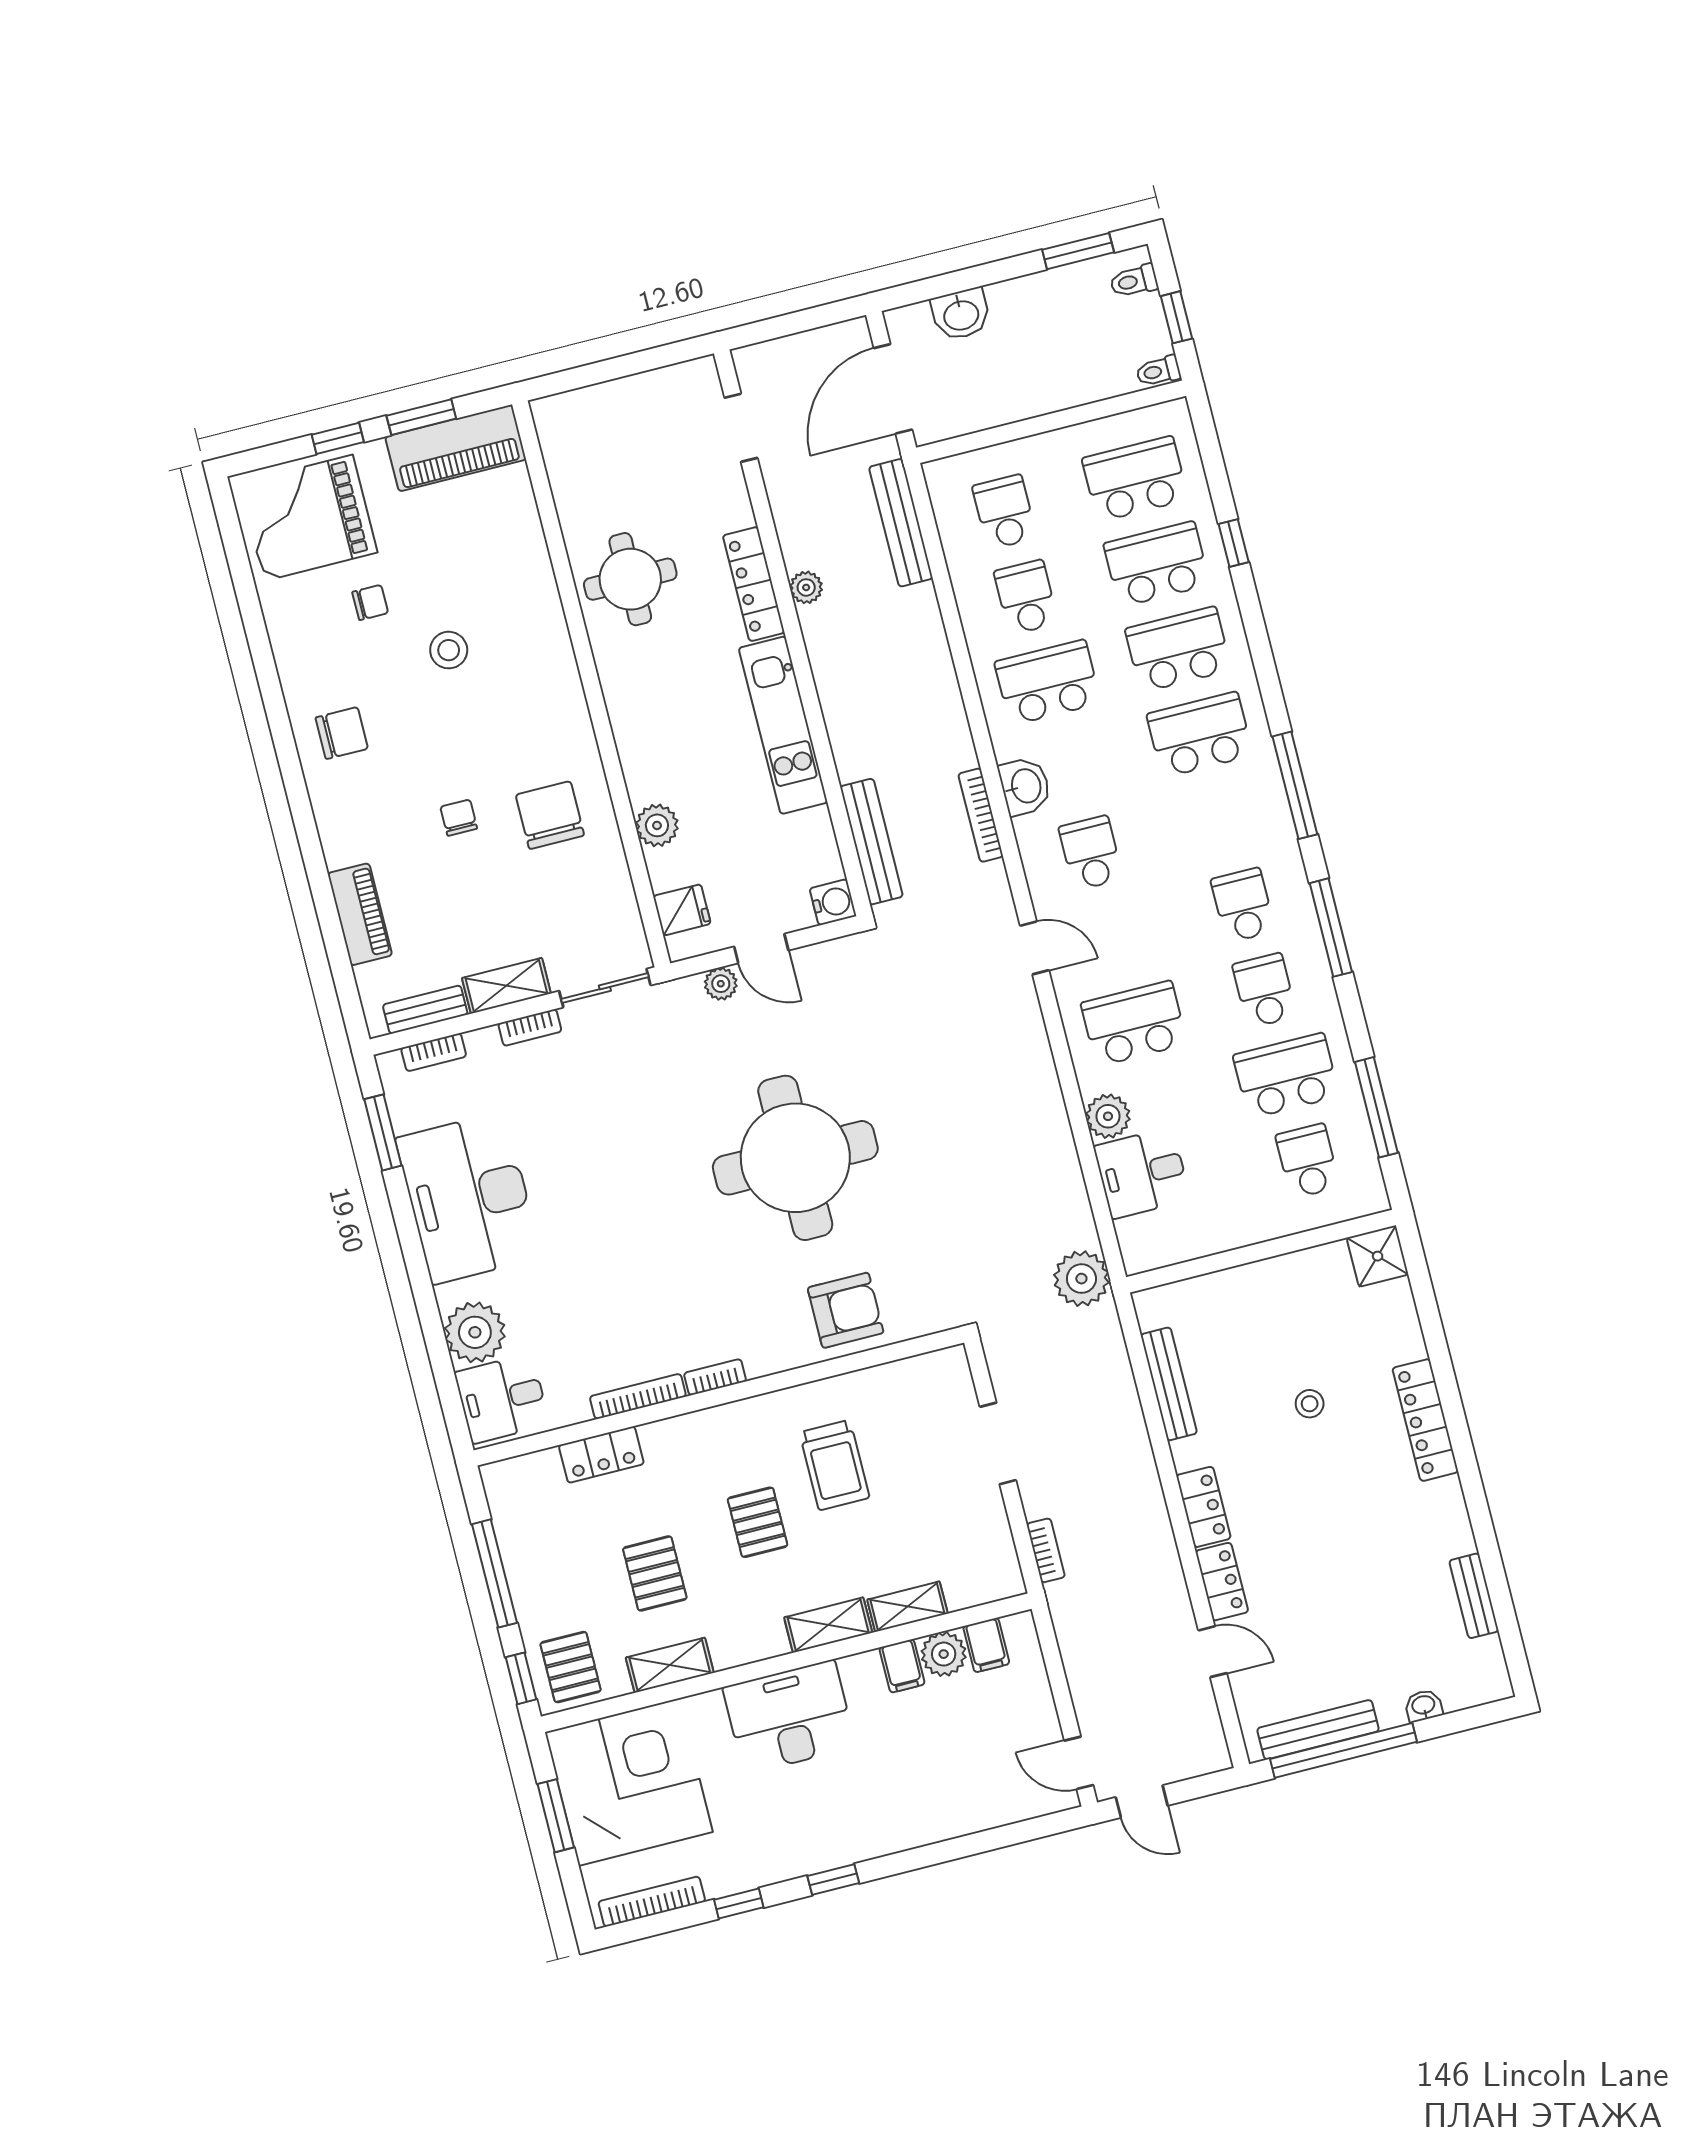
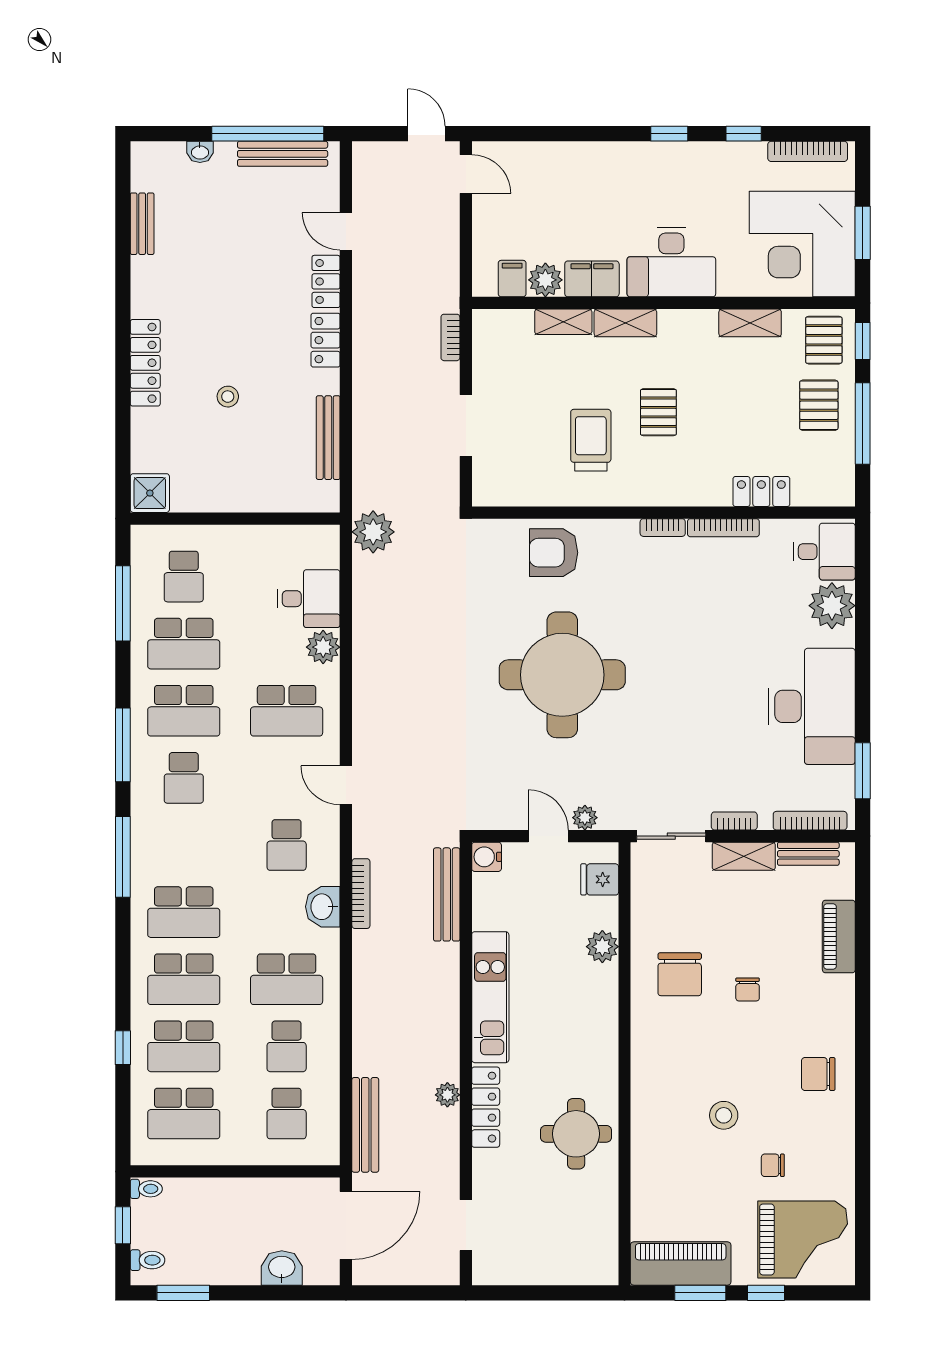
school desk: (1265, 990) -> (184, 711), width x1.85
bookcase: (434, 1052) -> (810, 821), width x1.56
pallet: (655, 1573) -> (819, 405), moved
filing cabinet: (902, 1666) -> (592, 279), width x2.00

